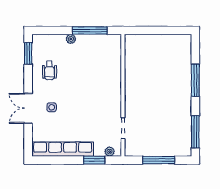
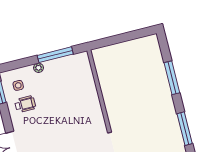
wheelchair: (49, 70) -> (25, 104), turned -90
side table: (52, 107) -> (18, 85), moved

